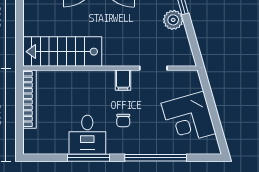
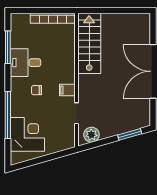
plant: (173, 20) -> (91, 135), moved
corner desk: (188, 118) -> (27, 134), moved, turned 106
window: (89, 158) -> (8, 47), moved

